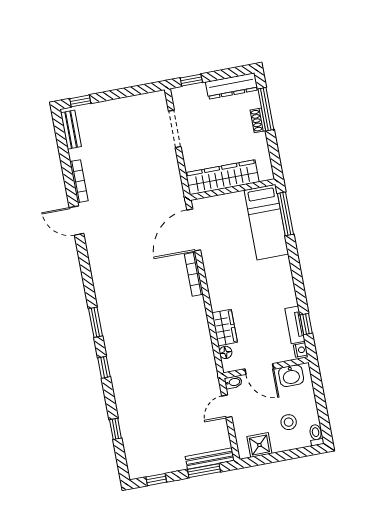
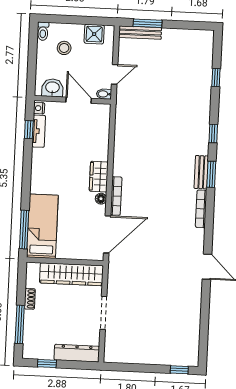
window: (191, 80) -> (47, 364), moved
dresser: (232, 86) -> (77, 353), moved
shoe rack: (258, 120) -> (30, 299), moved
doorway: (175, 129) -> (103, 313), moved
bench: (71, 130) -> (201, 172), moved
bookcase: (79, 181) -> (201, 209), moved
wardrobe: (225, 328) -> (99, 177), moved
floor lamp: (226, 352) -> (101, 199), moved
window: (156, 480) -> (191, 25), removed

